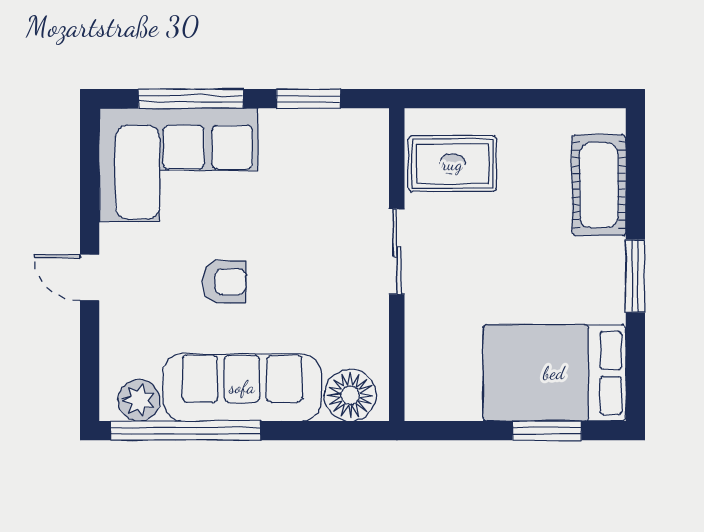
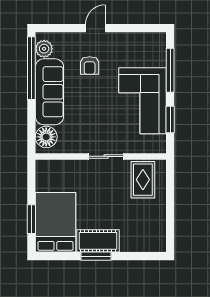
corner sofa: (179, 165) -> (142, 101), moved
cot: (599, 185) -> (98, 241), moved
armchair: (224, 282) -> (90, 66), moved

